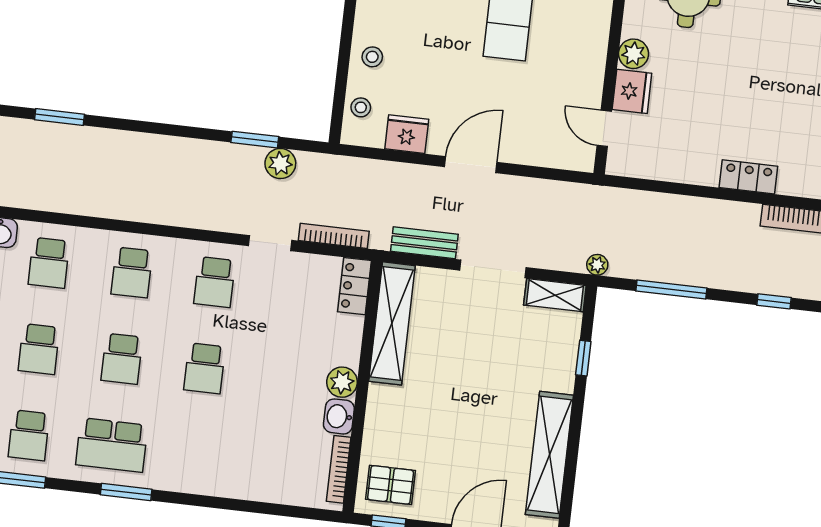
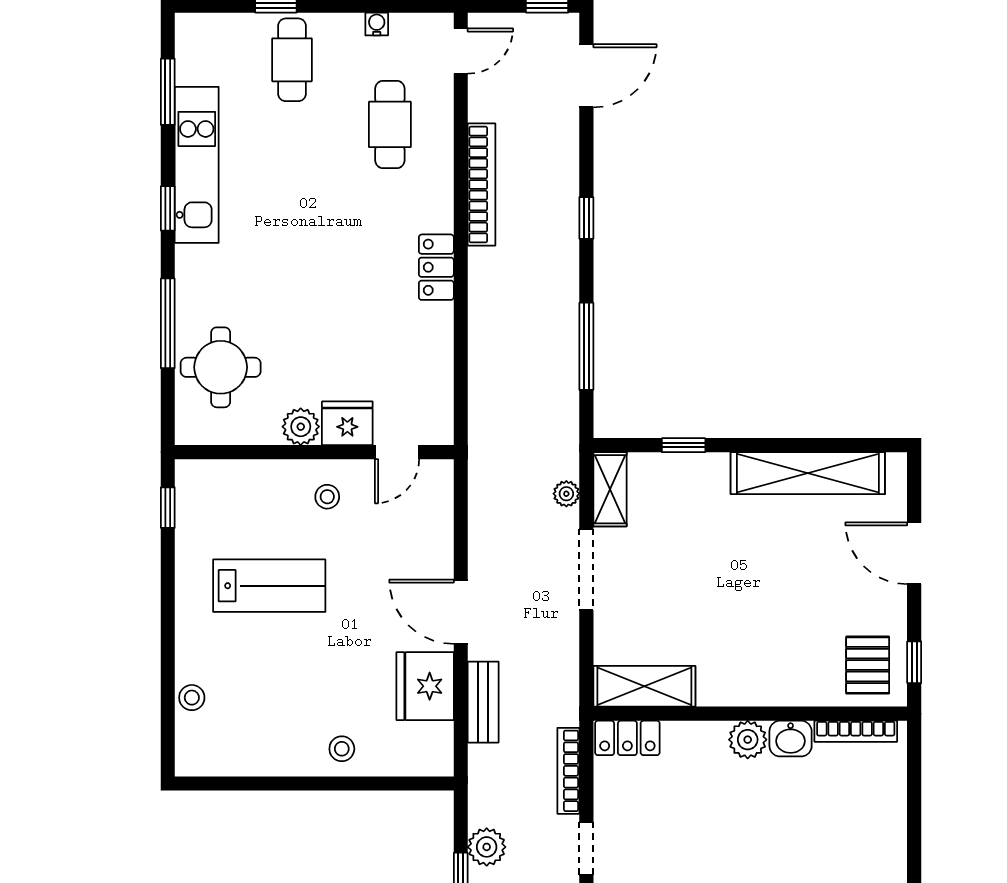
stool: (361, 107) -> (327, 497), moved
fridge: (407, 134) -> (425, 686), width x1.36, depth x1.34
bench: (424, 243) -> (483, 702), moved
plant: (597, 265) -> (566, 494), moved
shelving: (392, 323) -> (644, 686), width x0.68

